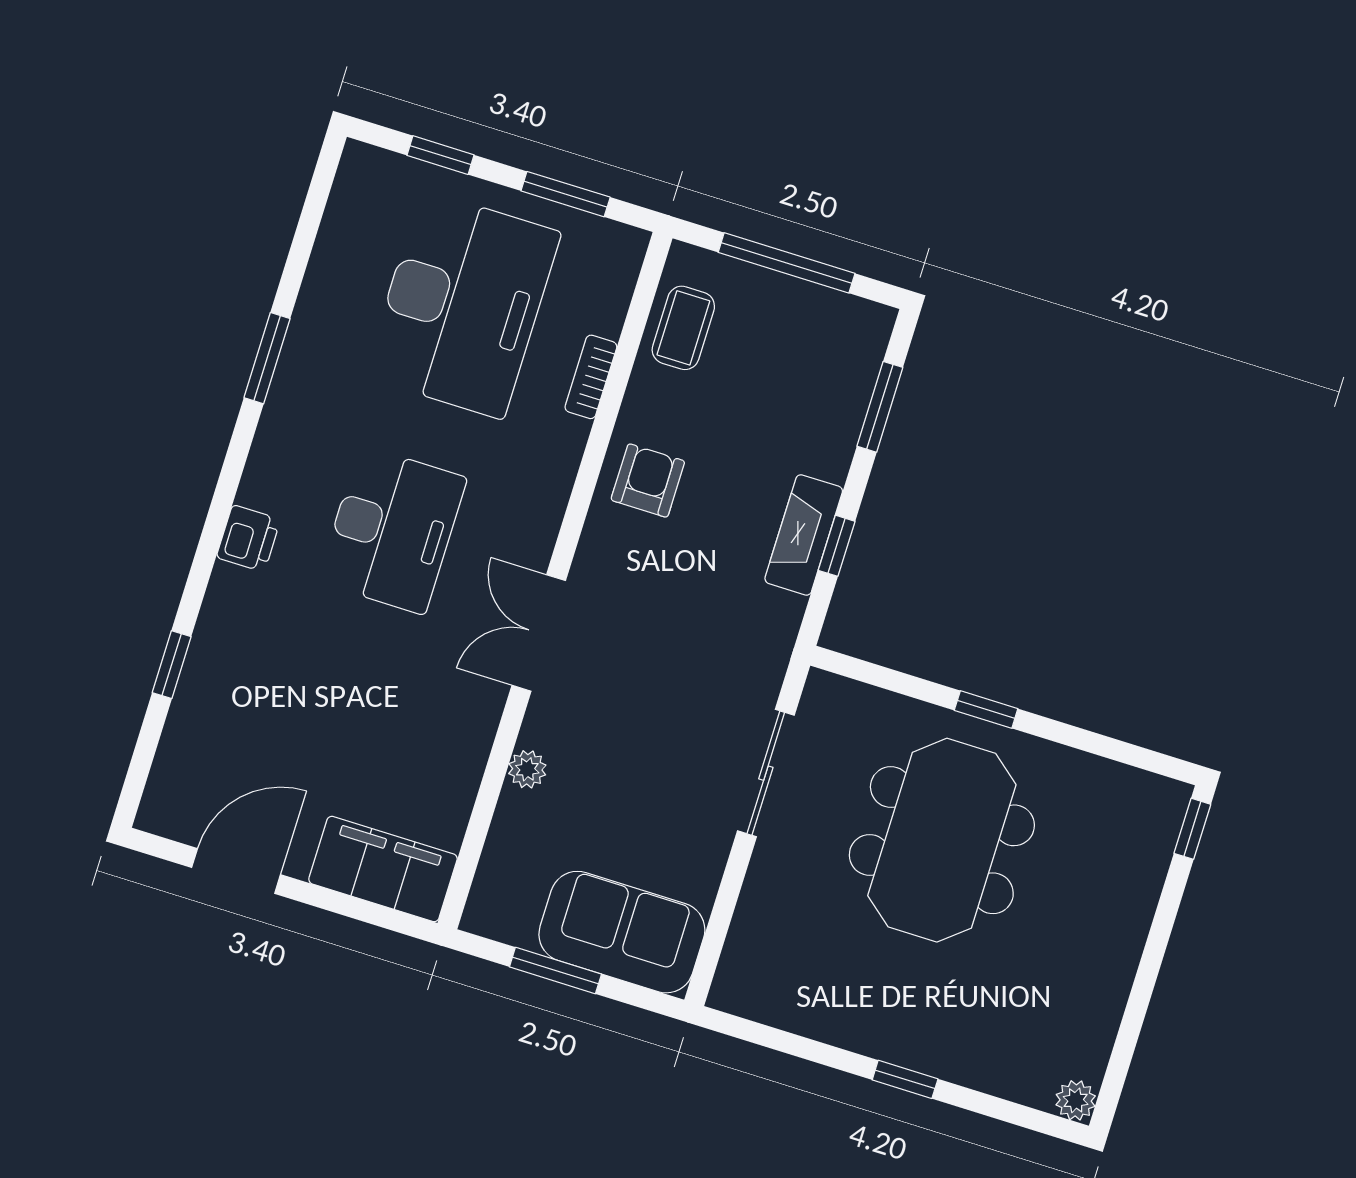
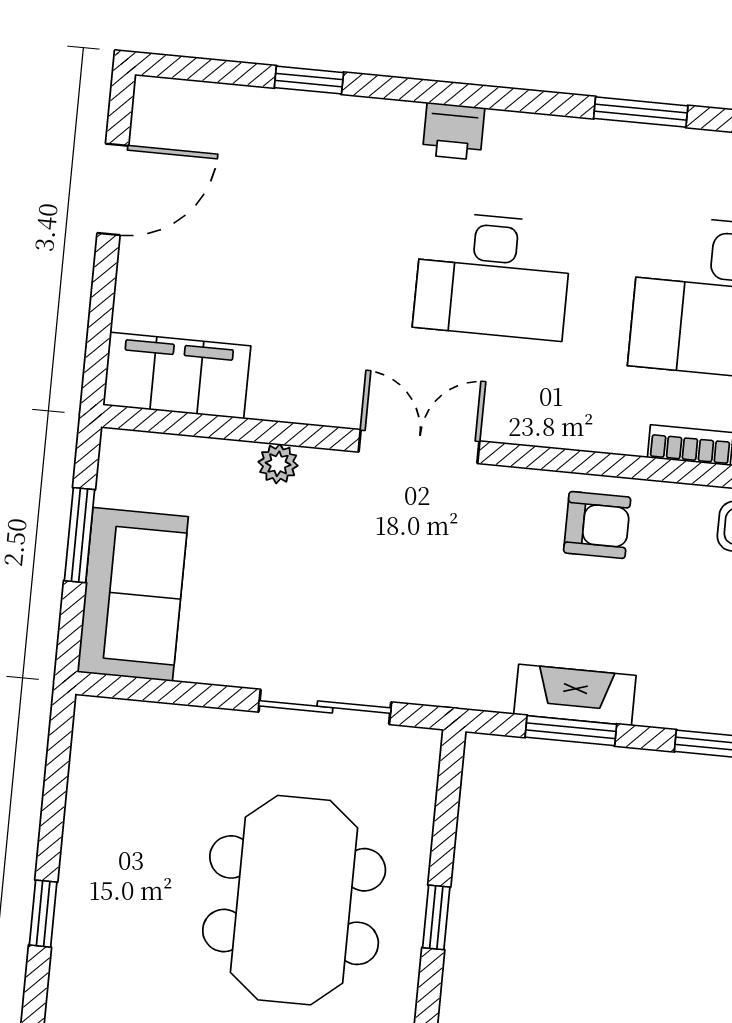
window: (837, 546) -> (571, 731), width x1.50
meeting table: (942, 840) -> (294, 900), turned 90
filing cabinet: (383, 869) -> (177, 376), moved, turned -90
door: (236, 871) -> (113, 189), hinge flipped

